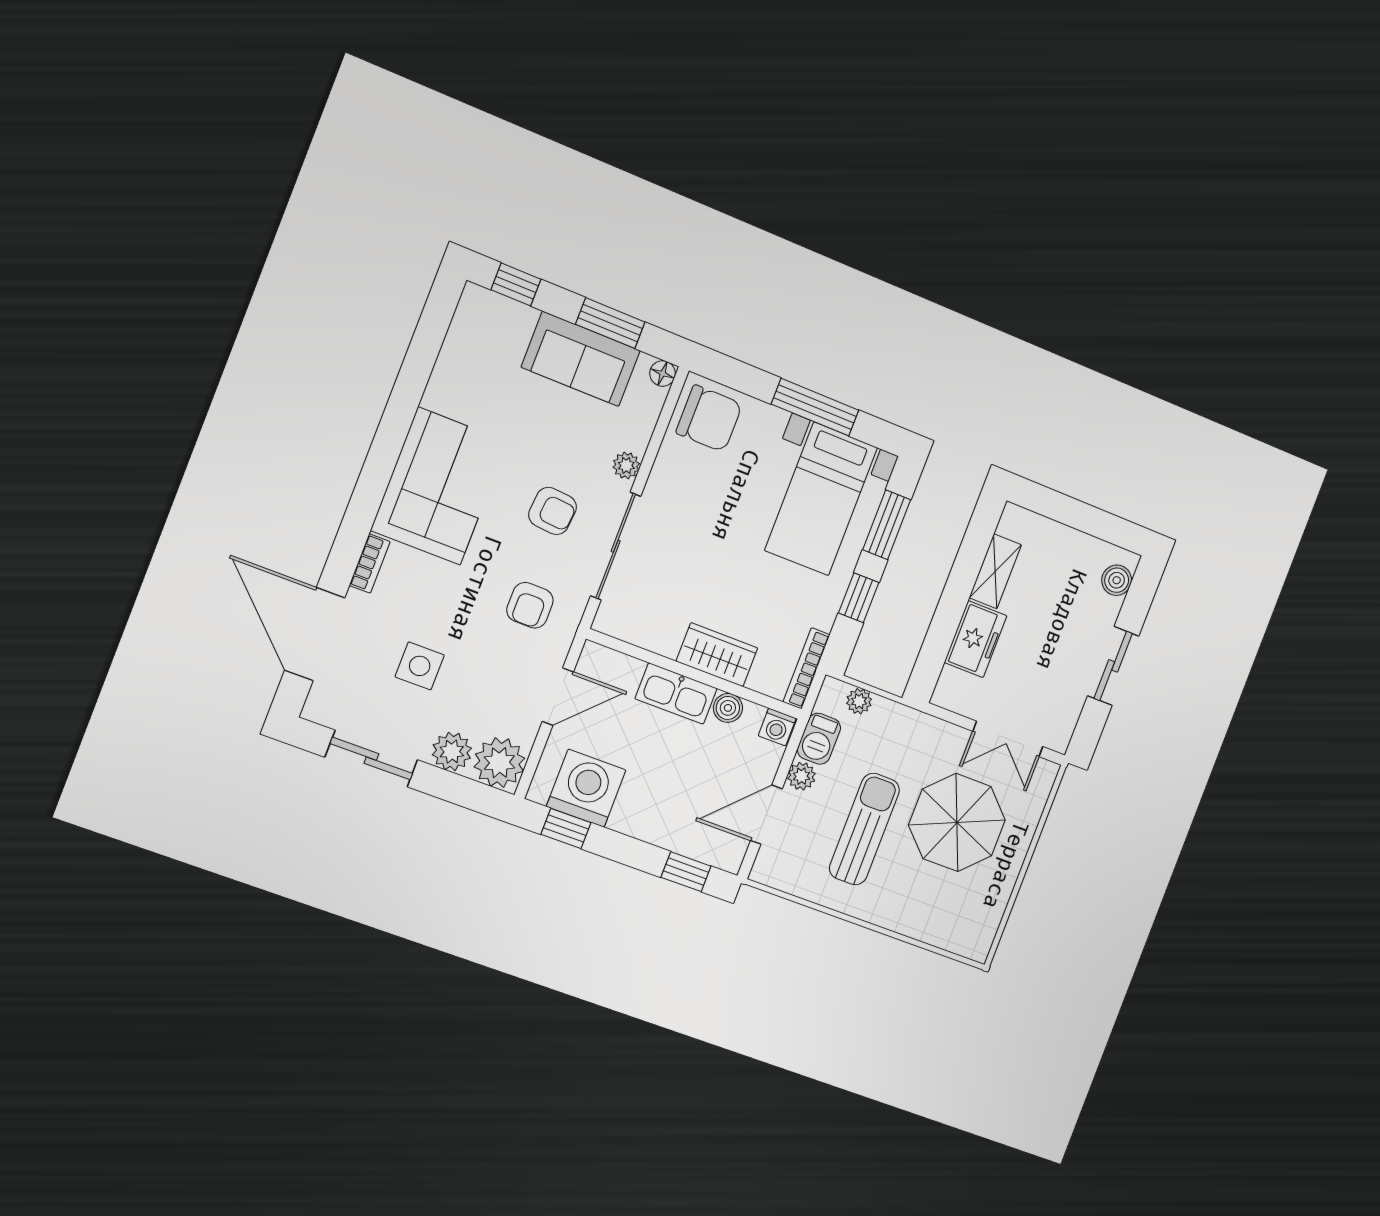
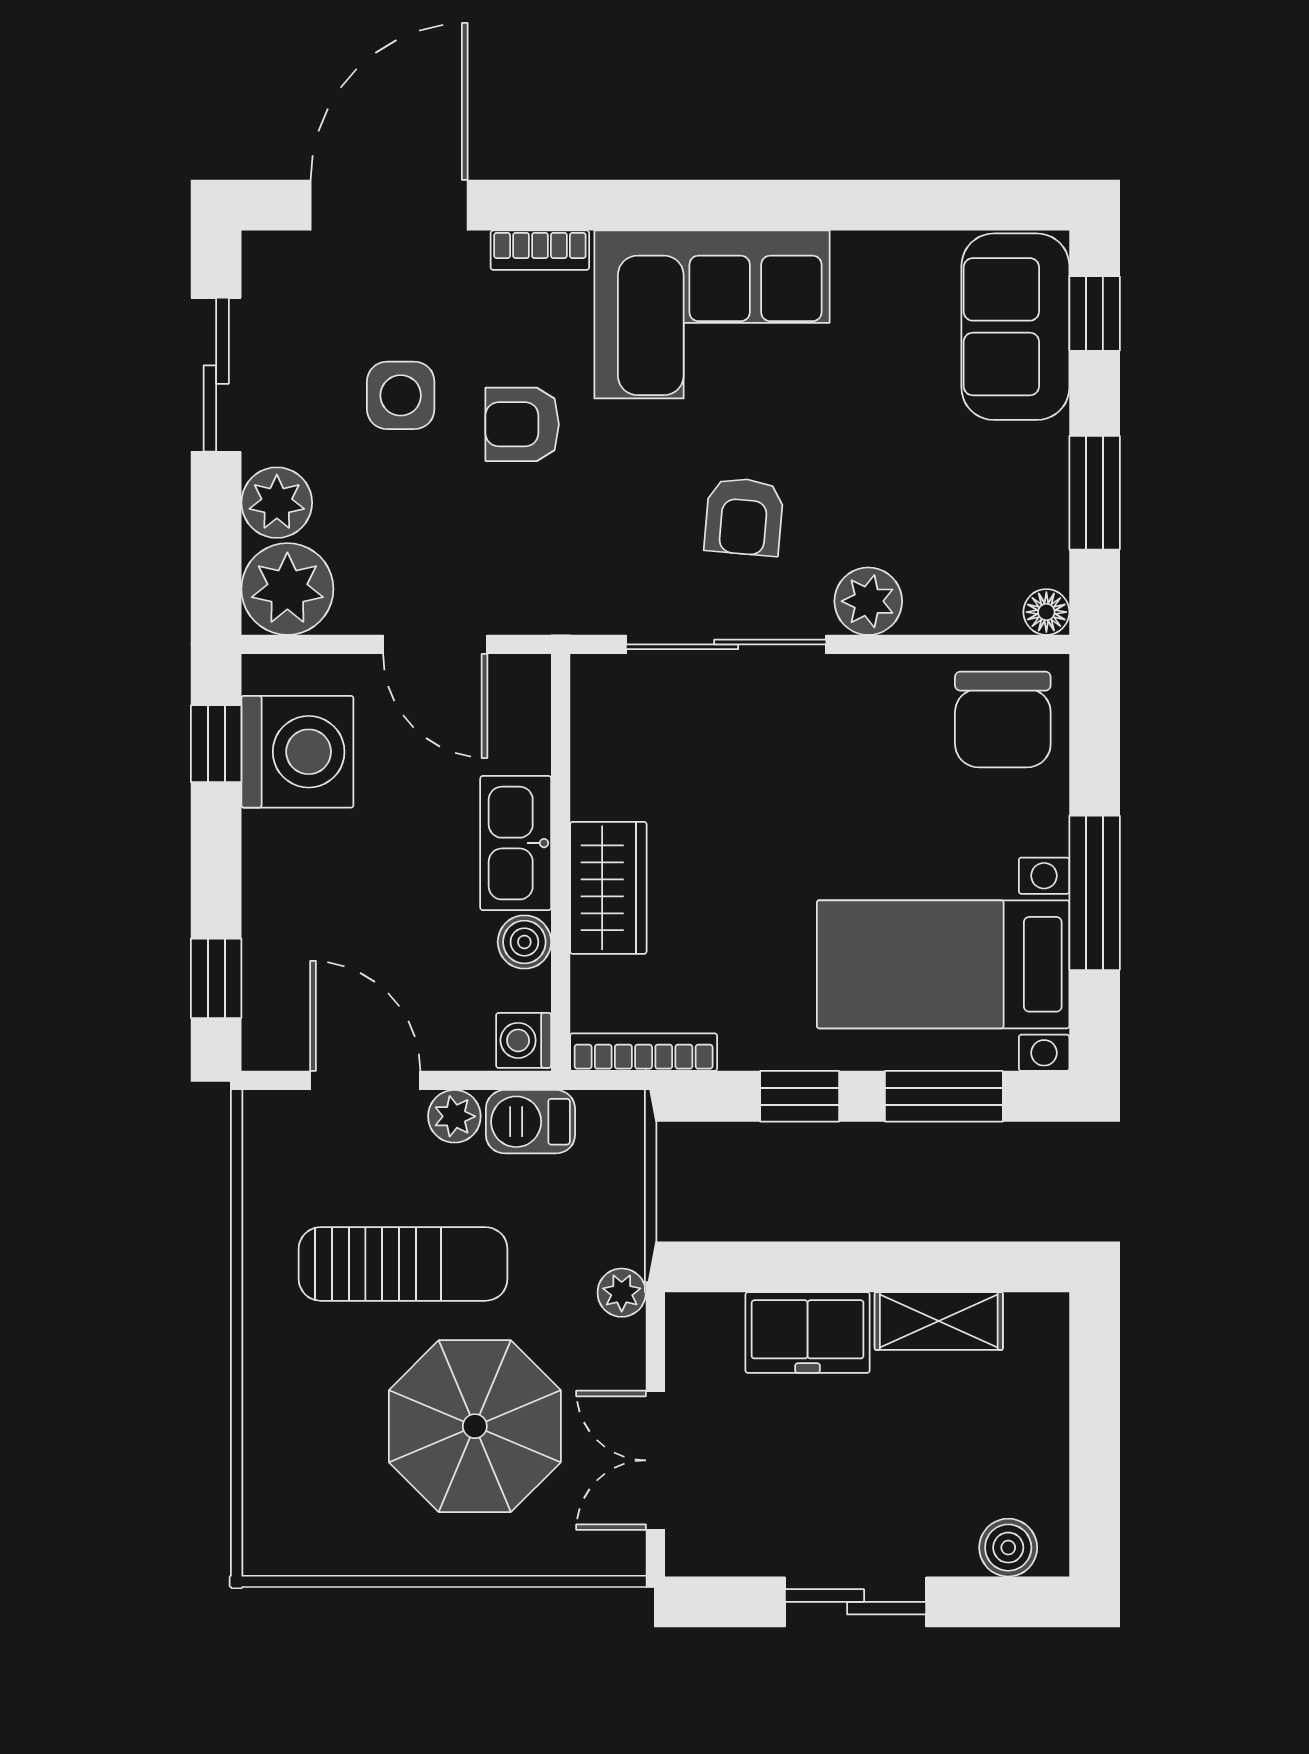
sofa: (581, 359) -> (1015, 327), moved
plant: (626, 466) -> (868, 601), width x1.38, depth x1.38
armchair: (530, 605) -> (522, 424), moved
plant: (859, 701) -> (622, 1293), moved

